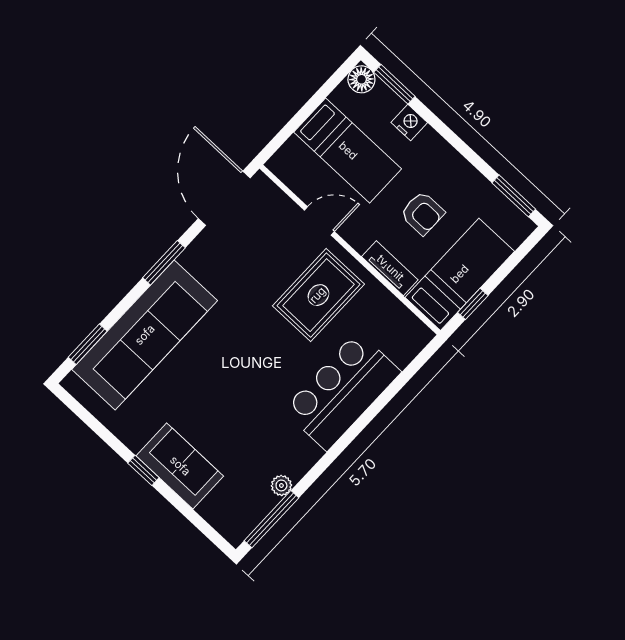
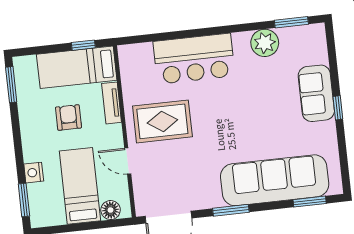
floor lamp: (361, 79) -> (111, 210), moved
plant: (281, 485) -> (265, 43), width x1.88, depth x1.88
window: (271, 519) -> (291, 22), width x0.69

